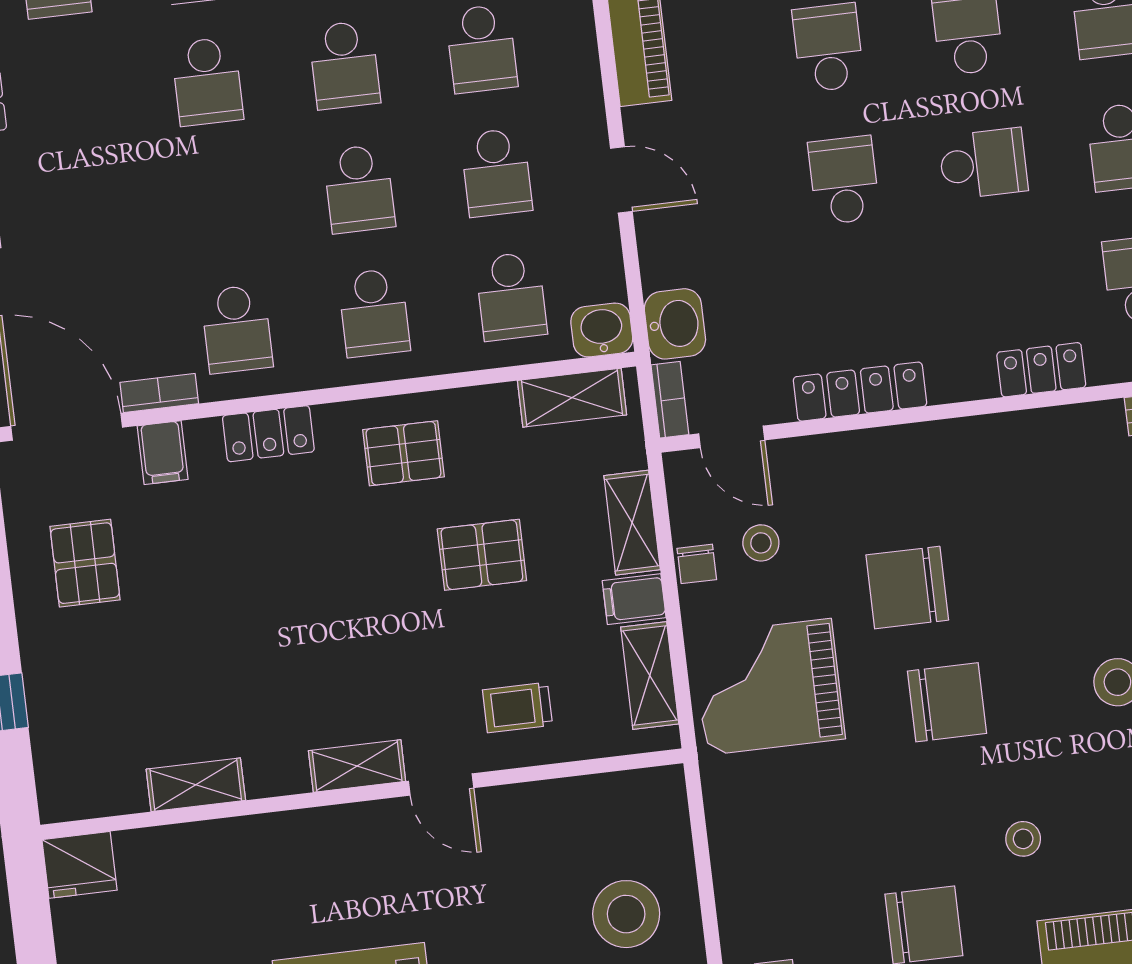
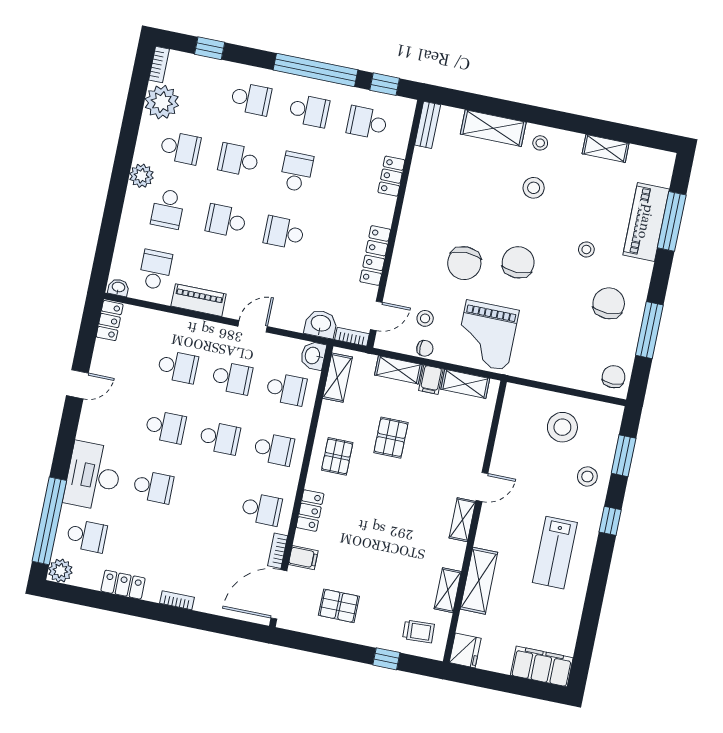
trolley: (517, 707) -> (419, 631), moved, turned -93
shelving: (238, 845) -> (479, 581), added

